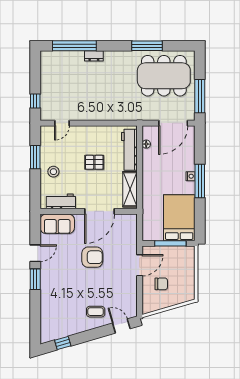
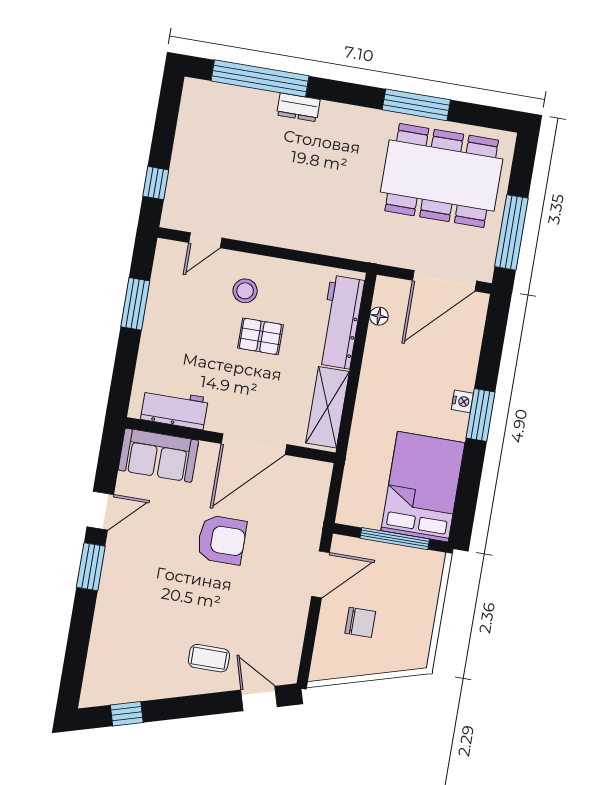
stool: (53, 172) -> (245, 291), moved
window: (200, 181) -> (480, 415), width x0.69

